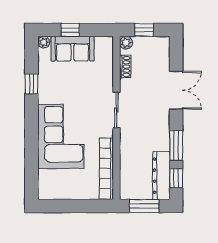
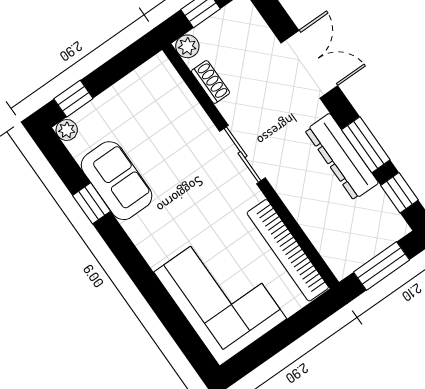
window: (70, 30) -> (73, 99), moved
sofa: (72, 49) -> (117, 181), moved, turned -90
corner sofa: (61, 137) -> (220, 295), moved
dresser: (161, 176) -> (342, 157), moved

